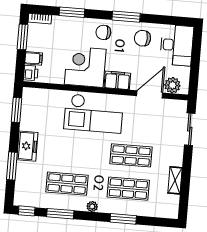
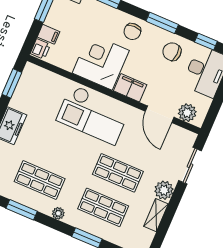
window: (168, 20) -> (206, 42), added
chair: (103, 32) -> (132, 32), turned -90
door: (150, 94) -> (160, 114), swing flipped
plant: (175, 157) -> (164, 190), added

